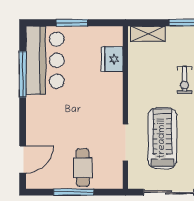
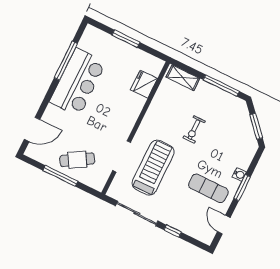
bar counter: (45, 60) -> (78, 82), moved
cafe table: (83, 168) -> (77, 160), turned 60

